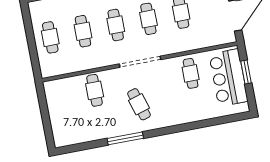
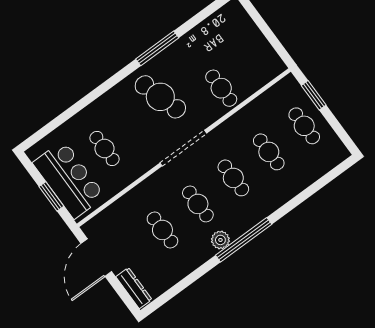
window: (34, 55) -> (314, 95), added
cafe table: (191, 73) -> (105, 148), moved
cafe table: (139, 104) -> (160, 97), width x1.37, depth x1.35

